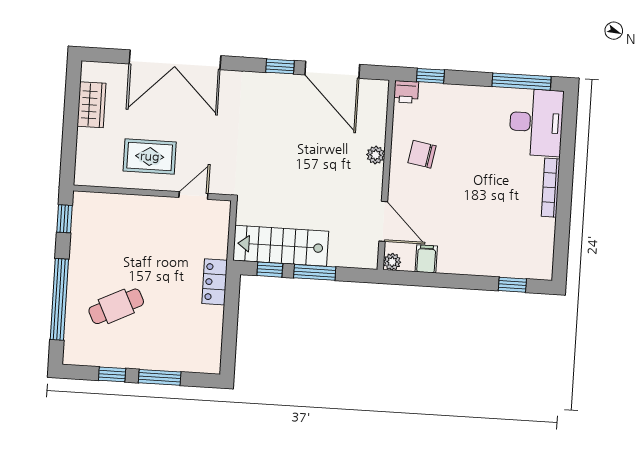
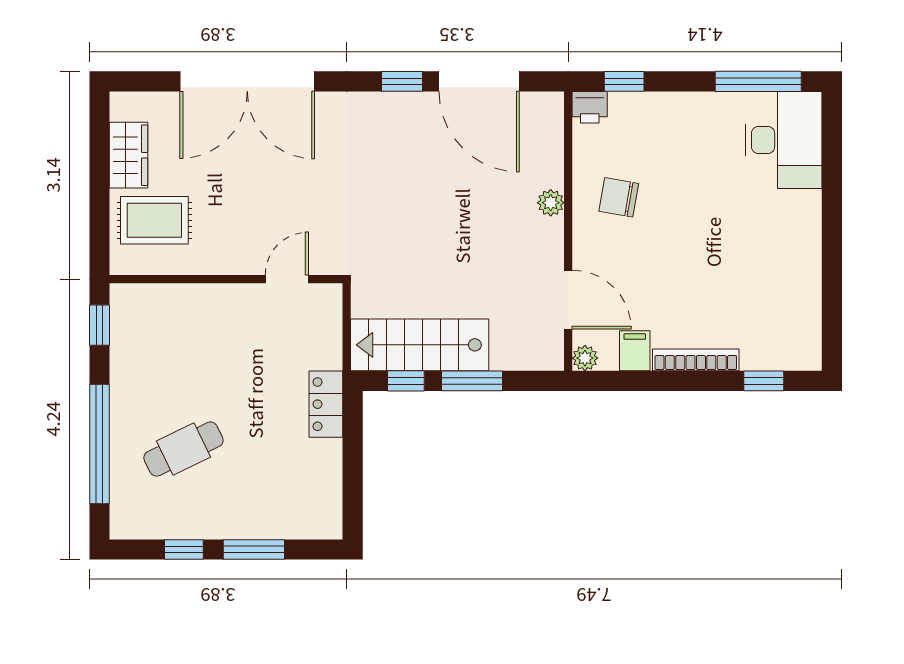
rug: (150, 156) -> (154, 220), moved
bookcase: (551, 188) -> (696, 360), moved, turned 90

